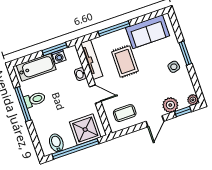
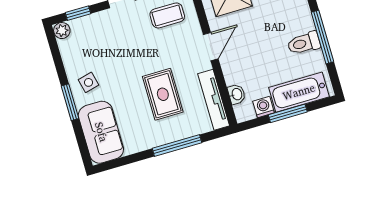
sofa: (148, 32) -> (101, 132), moved, turned 90
window: (55, 49) -> (288, 113), moved
washbasin: (80, 74) -> (237, 94), moved
door: (95, 94) -> (211, 47), swing flipped
plant: (170, 105) -> (97, 24), removed

